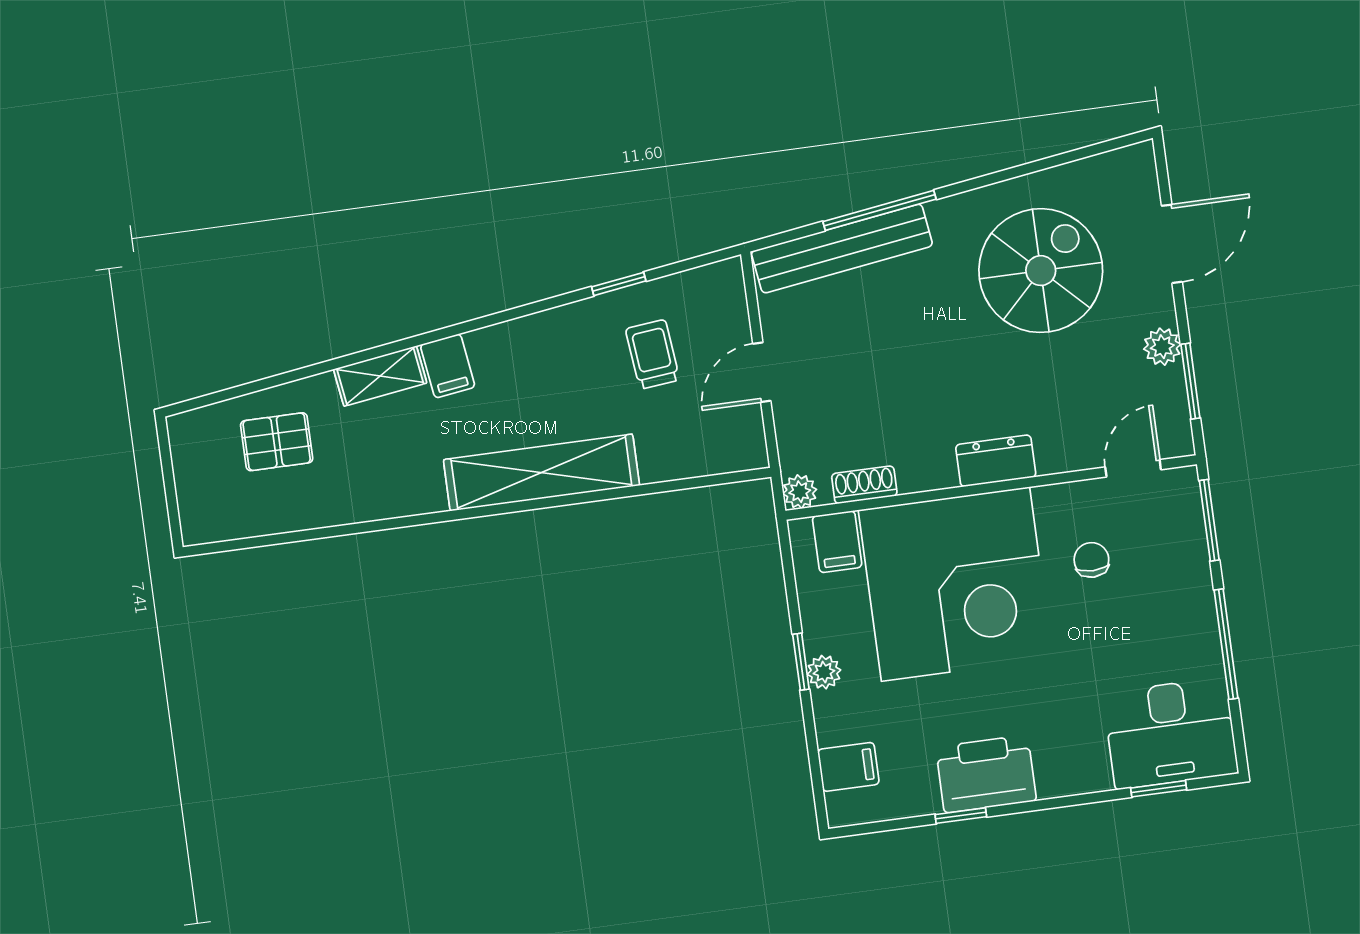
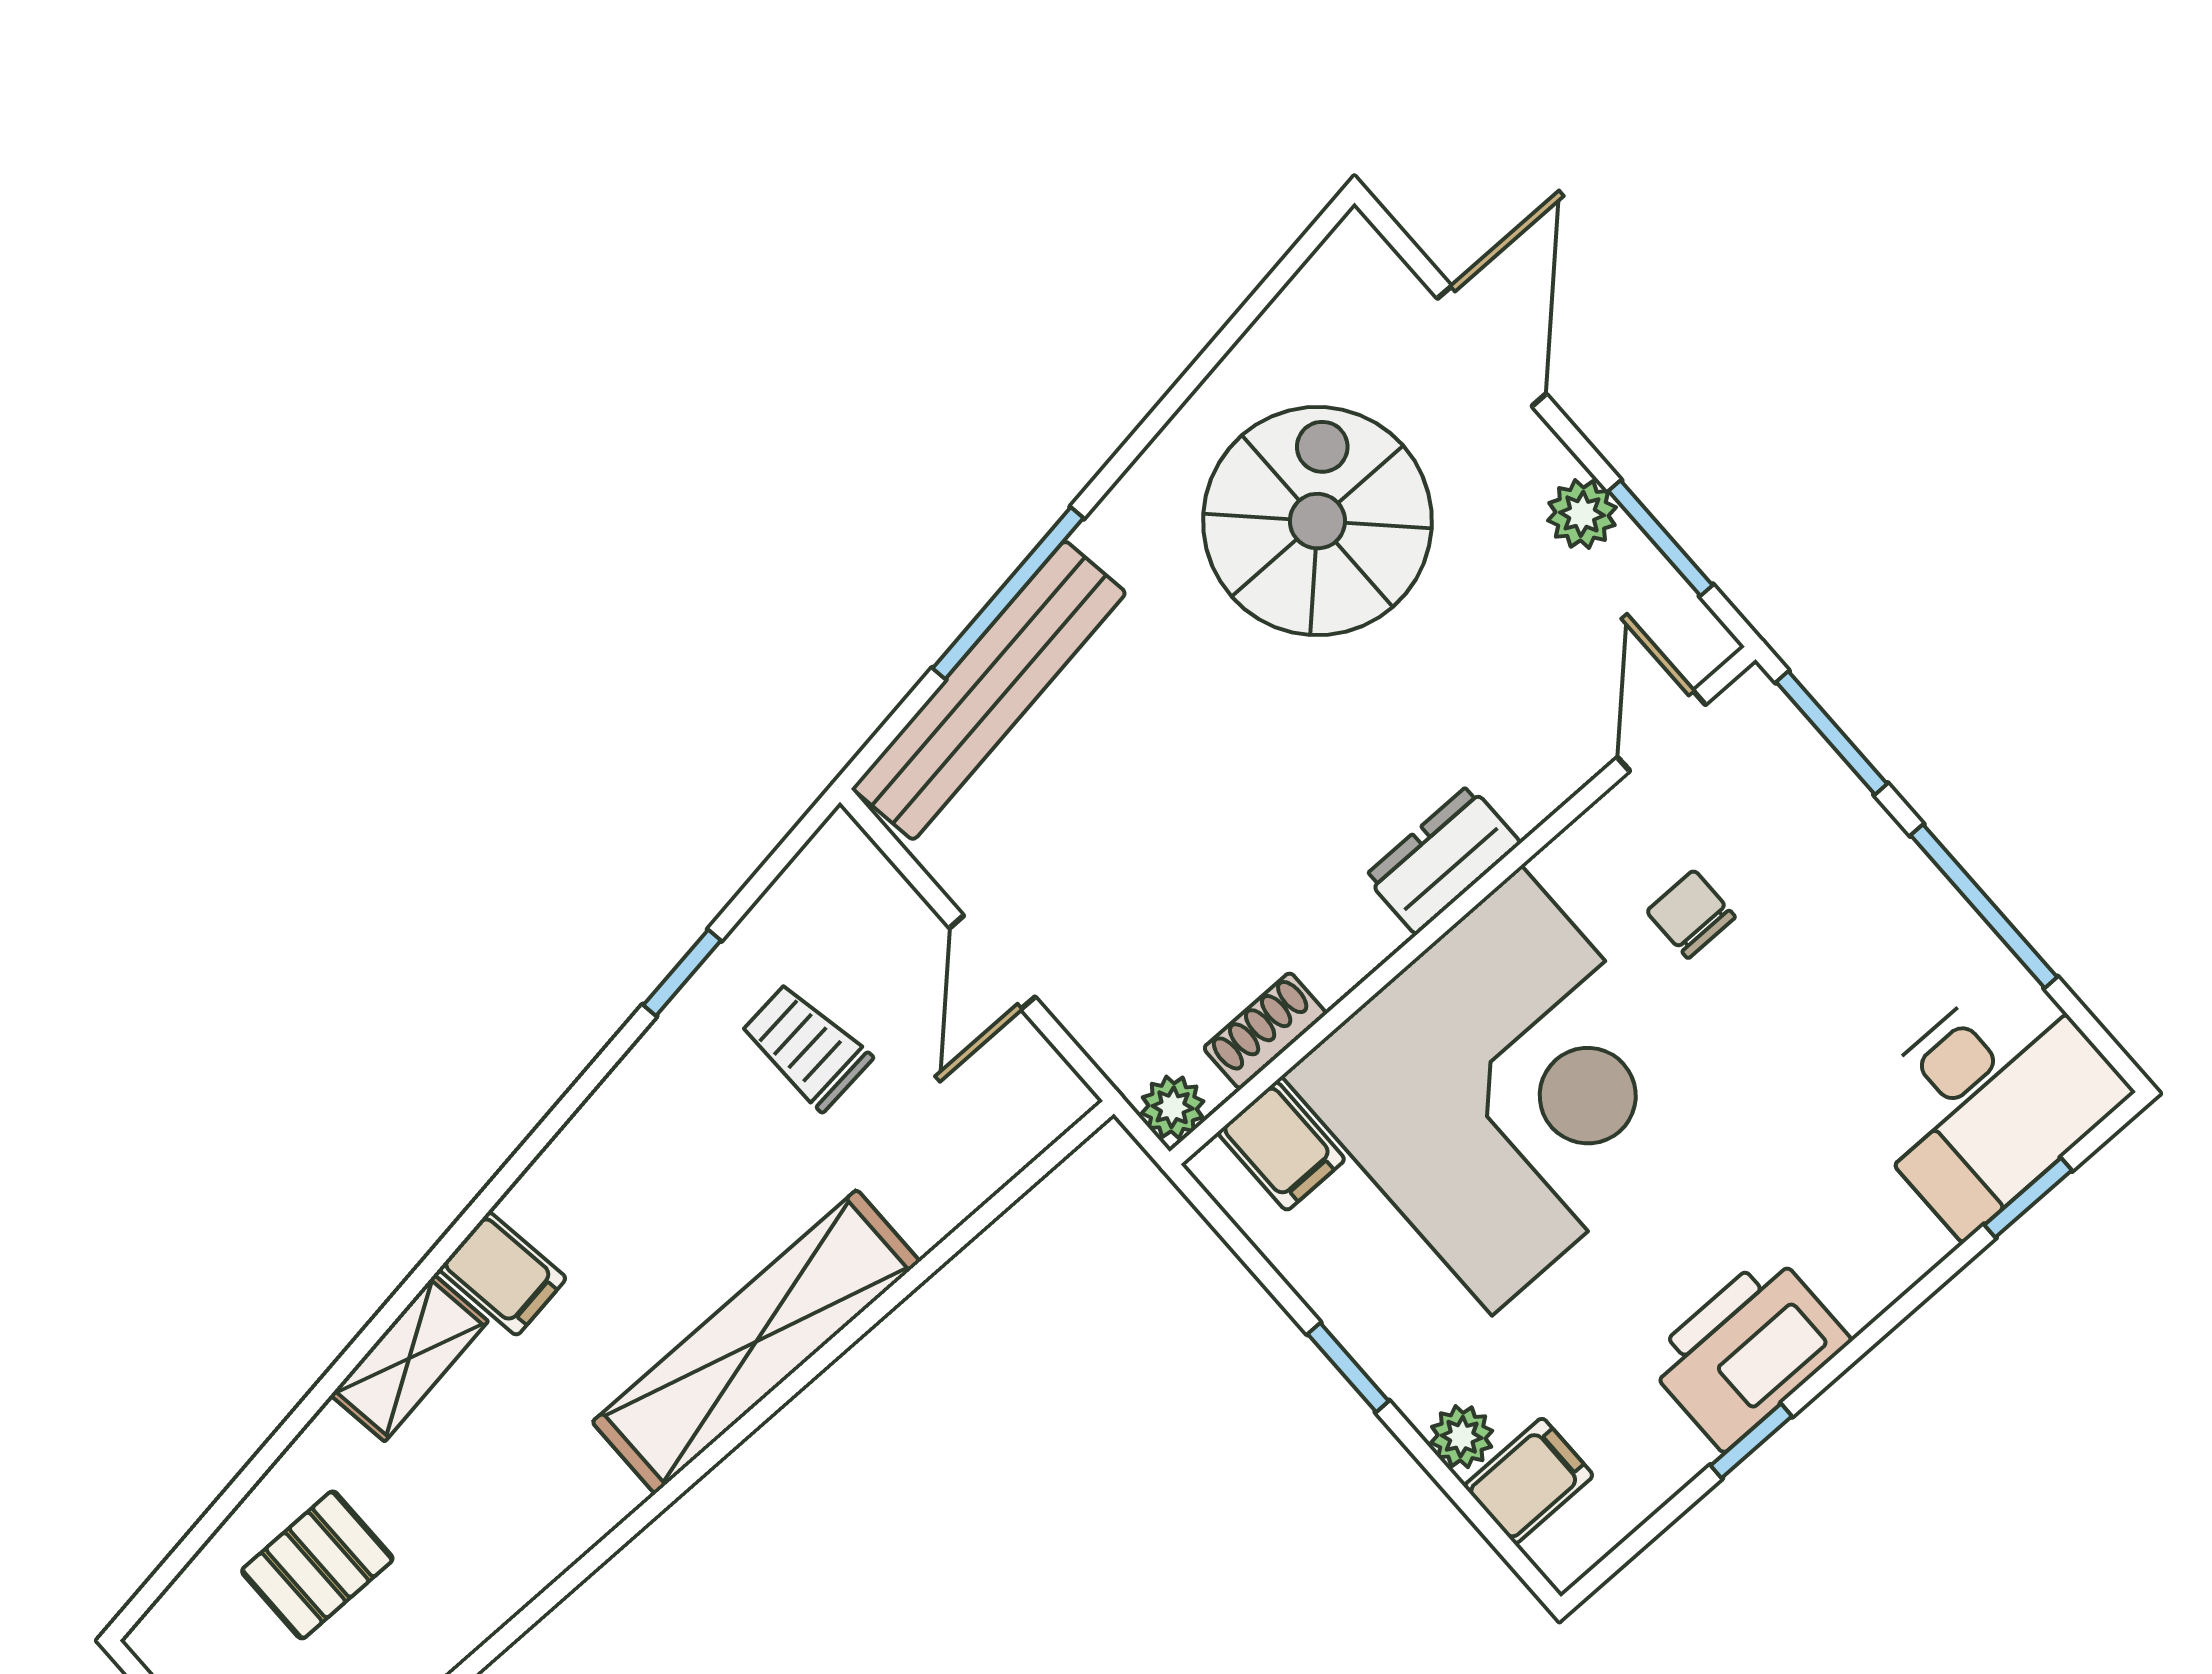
plant: (824, 672) -> (1462, 1437), moved

